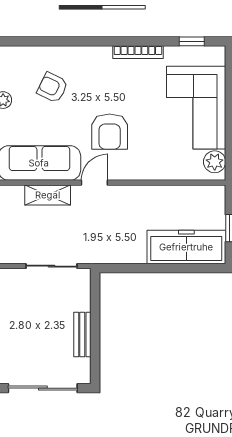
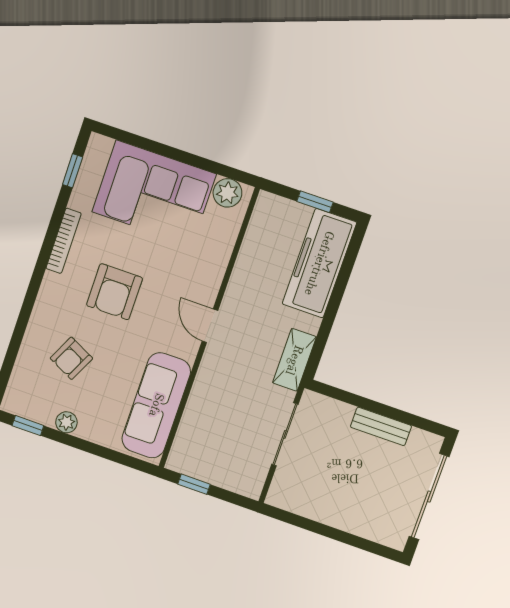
armchair: (110, 132) -> (114, 292), moved, turned 90
door: (94, 183) -> (210, 326), moved
shelving: (48, 195) -> (294, 360), moved

